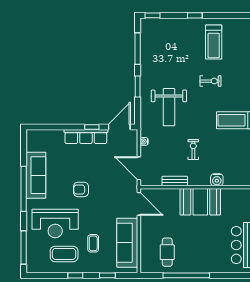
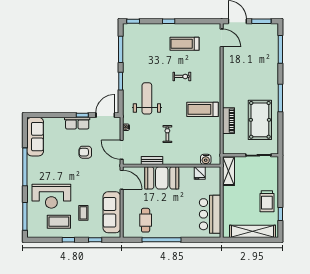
treadmill: (214, 42) -> (185, 44), turned 90
weight bench: (169, 107) -> (147, 98), turned 180
row of seats: (86, 137) -> (77, 123), width x0.68
sofa: (36, 175) -> (35, 137), moved
water cooler: (217, 180) -> (206, 159), moved
armchair: (81, 189) -> (85, 152), moved
fridge: (232, 196) -> (200, 173), added
booth: (200, 202) -> (162, 178), moved

